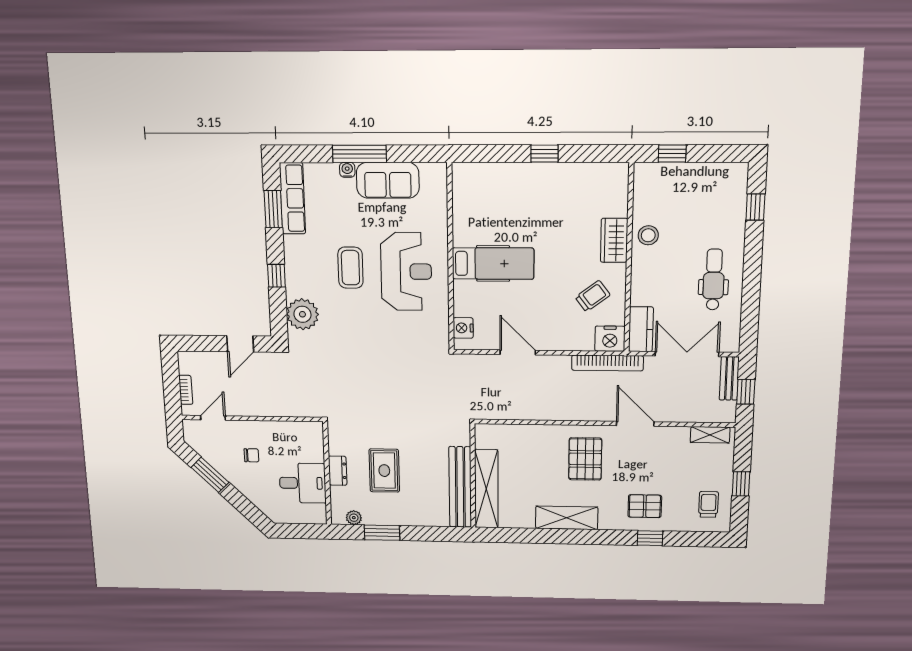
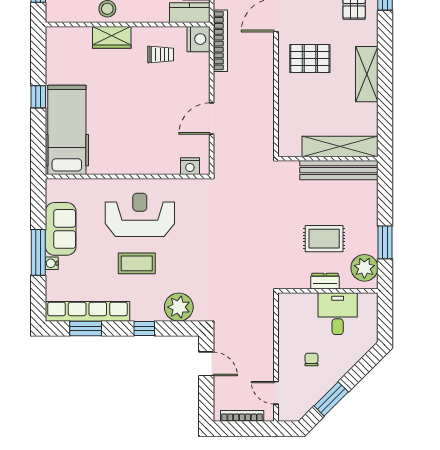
row of seats: (292, 198) -> (87, 311), width x1.36
hospital bed: (493, 263) -> (67, 130), moved, width x1.37, depth x1.29
trolley: (593, 296) -> (161, 55), turned 127
bookcase: (186, 390) -> (242, 416), width x1.56
plant: (354, 518) -> (364, 268), width x1.88, depth x1.88

